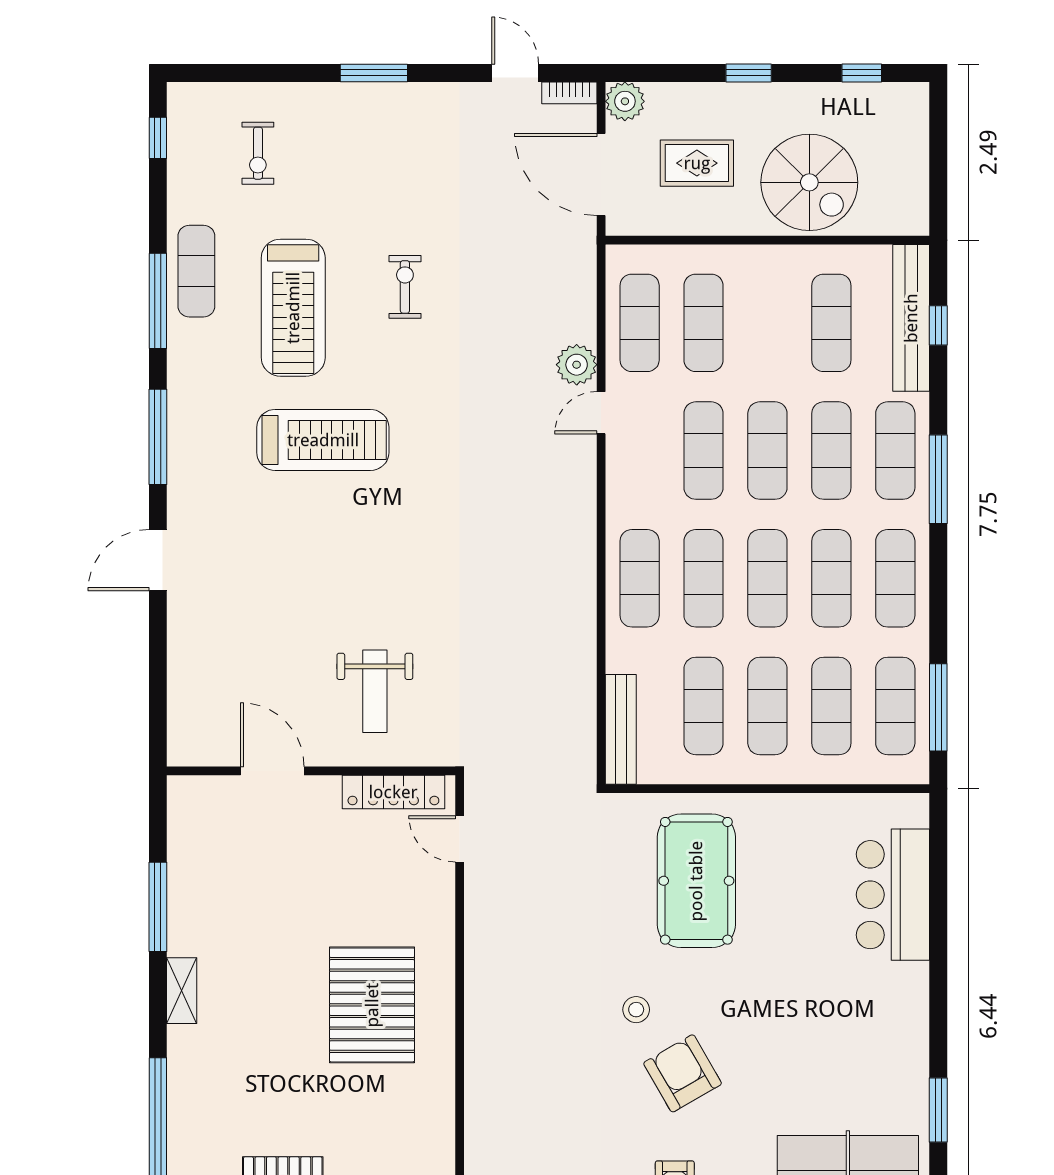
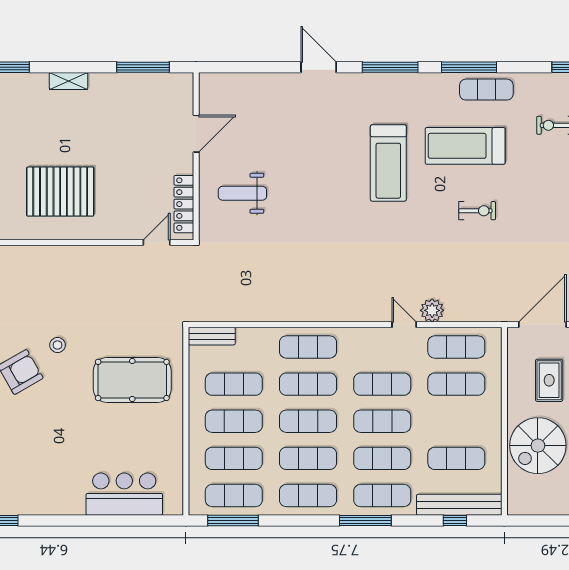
bench: (621, 729) -> (212, 336), width x0.73
window: (158, 907) -> (143, 67), moved

